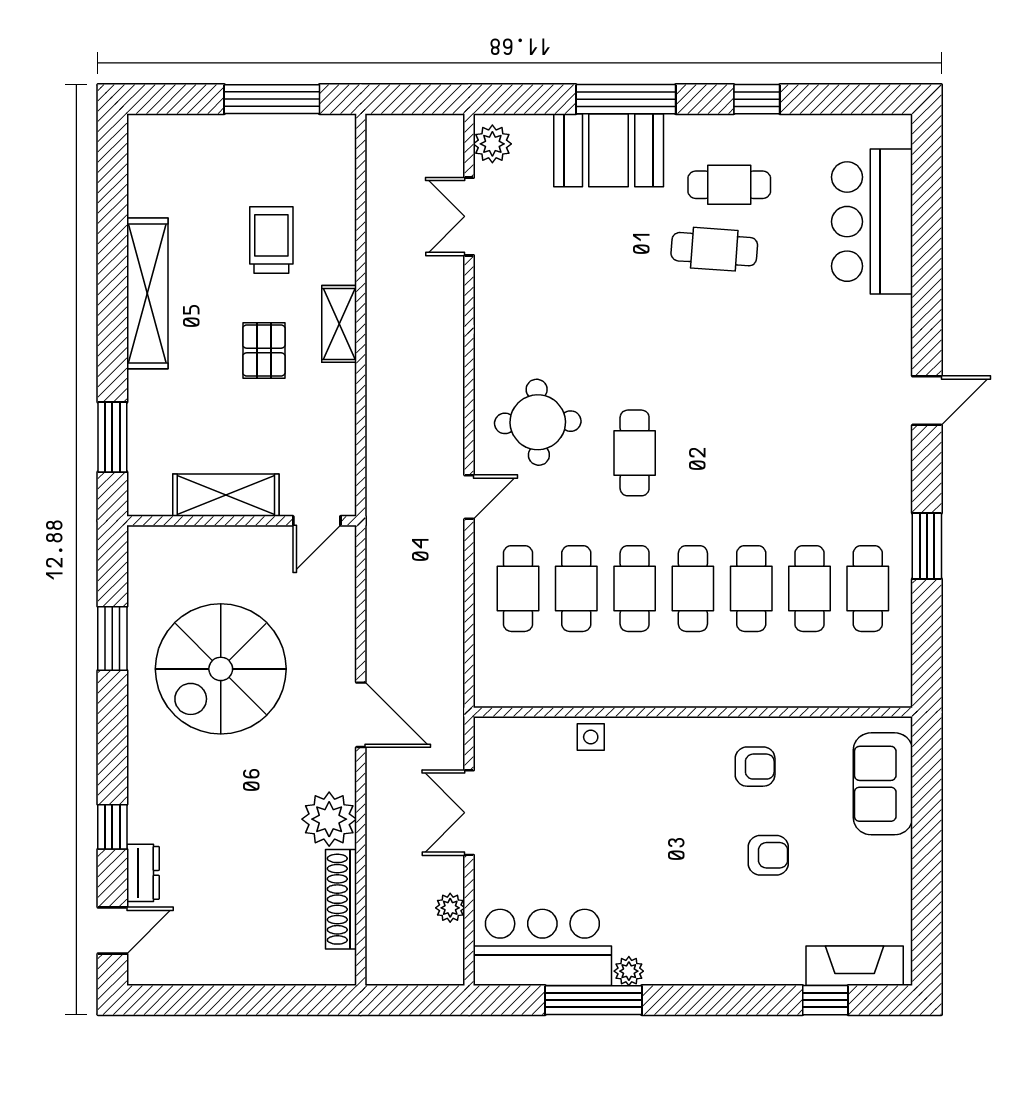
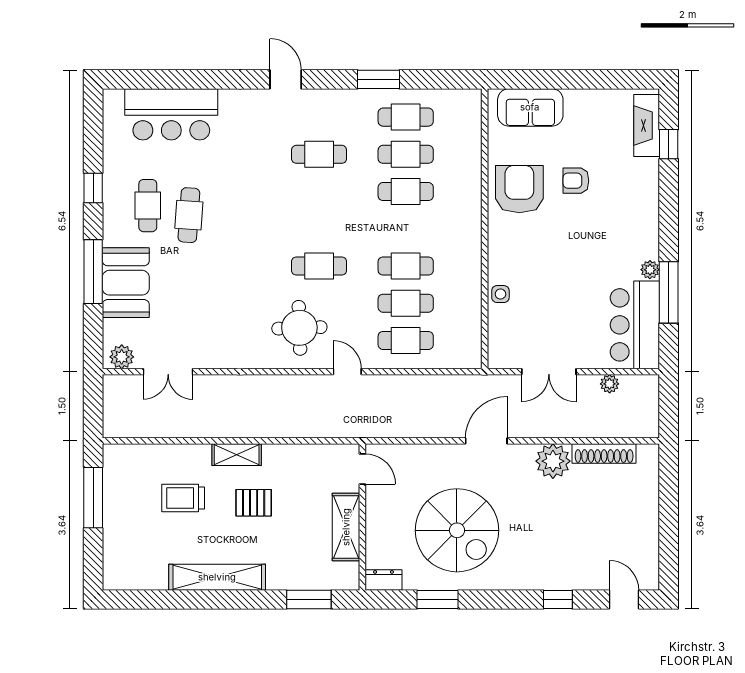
cafe table: (693, 589) -> (319, 154), moved
armchair: (755, 767) -> (519, 189), width x1.88, depth x1.88
armchair: (768, 855) -> (576, 181), turned -90
dresser: (143, 873) -> (383, 580), moved

